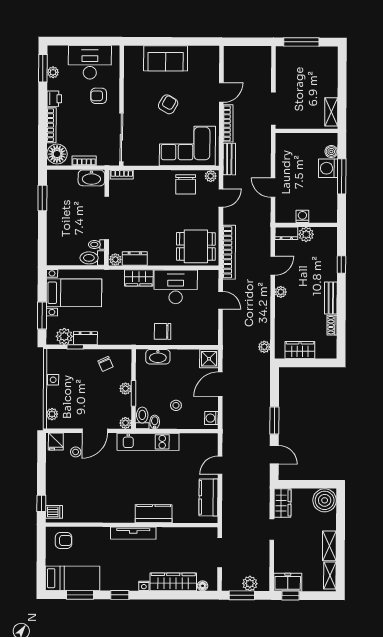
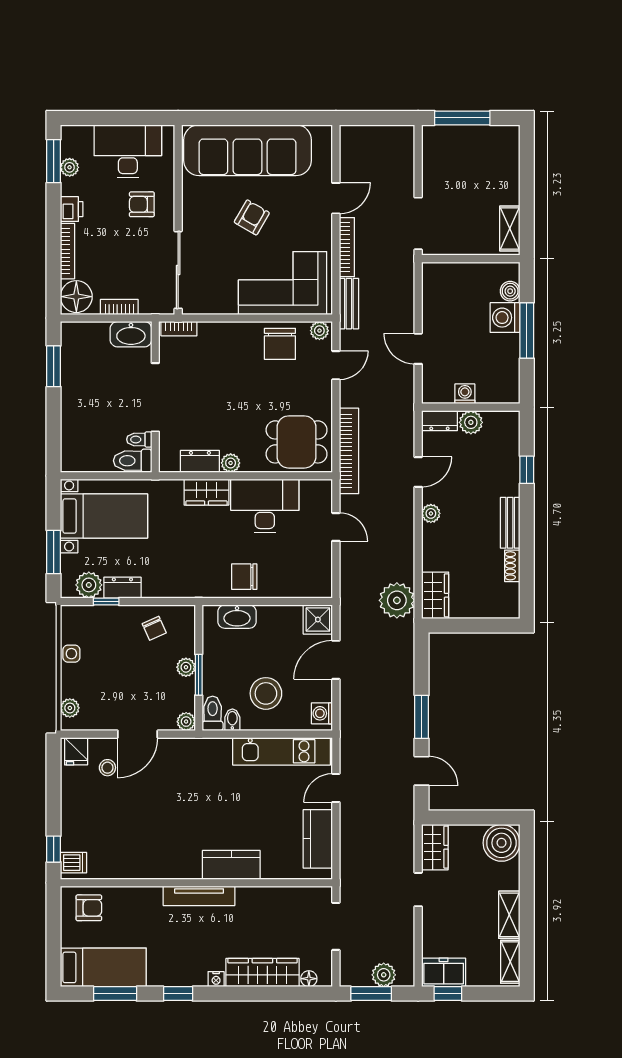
sofa: (166, 58) -> (247, 150), width x1.85, depth x1.27
plant: (115, 259) -> (231, 463), moved
plant: (264, 347) -> (397, 600), width x1.87, depth x1.87
wardrobe: (300, 350) -> (435, 595), moved, turned 90
stool: (176, 405) -> (266, 693), width x1.89, depth x1.89
kitchen unit: (148, 442) -> (282, 751), moved

